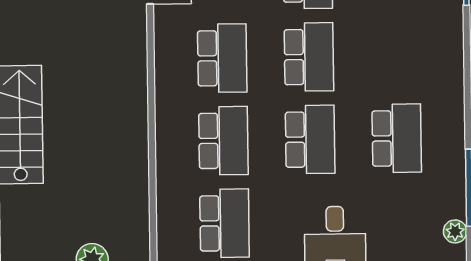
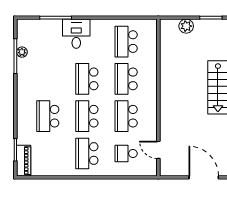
school desk: (397, 138) -> (48, 116), moved
plant: (455, 231) -> (22, 52), moved

